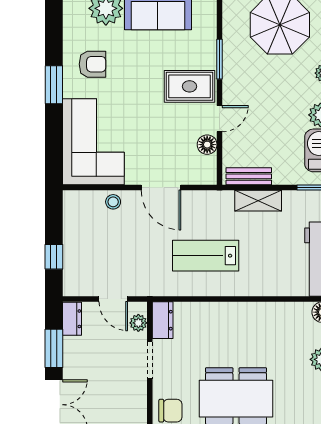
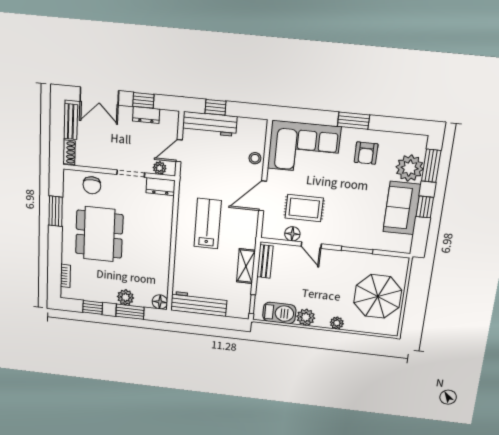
rug: (189, 86) -> (304, 208), moved, turned 90
workbench: (75, 263) -> (210, 124), added
dresser: (72, 319) -> (146, 115), moved
window: (54, 348) -> (143, 100), width x0.67

